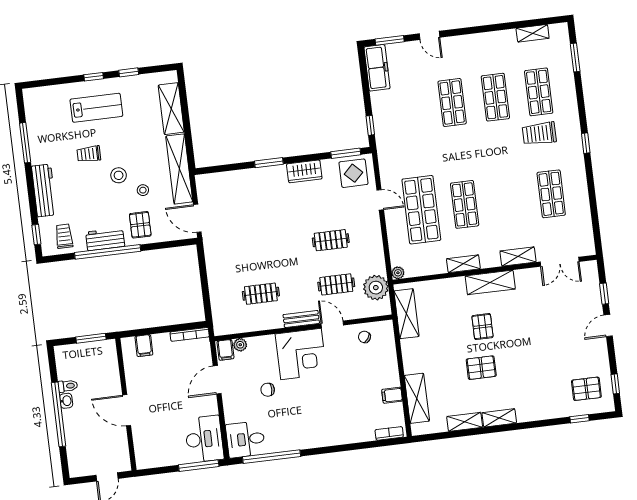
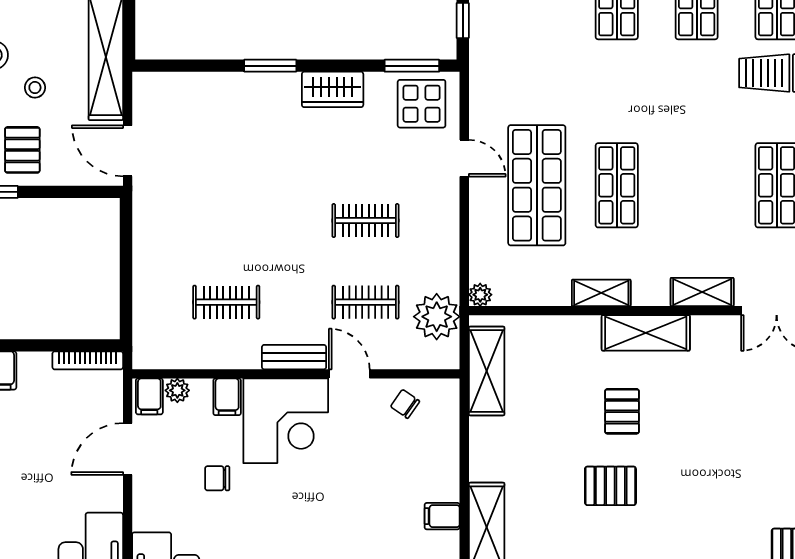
filing cabinet: (268, 345) -> (227, 397), added

